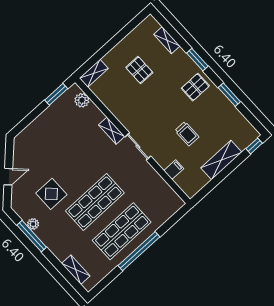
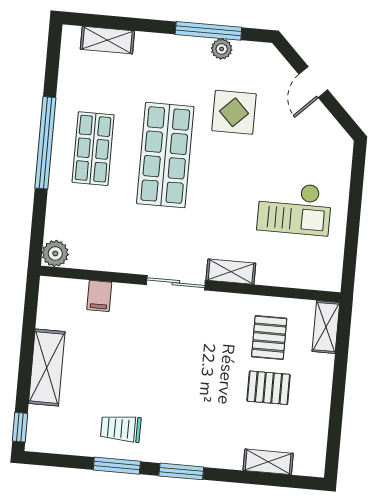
window: (197, 60) -> (181, 471), moved
pallet: (195, 87) -> (269, 338), moved
window: (56, 94) -> (351, 252), removed
plant: (82, 100) -> (55, 253), moved
checkout: (63, 133) -> (294, 208), added
trolley: (187, 134) -> (121, 428), moved
shop shelf: (122, 231) -> (93, 149), width x0.70, depth x0.74

